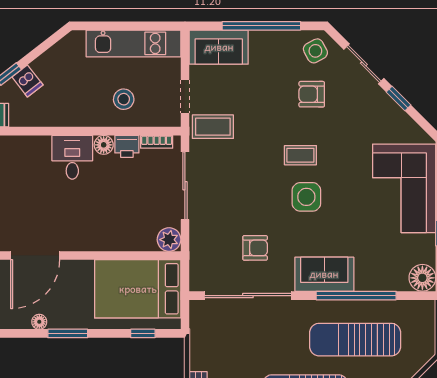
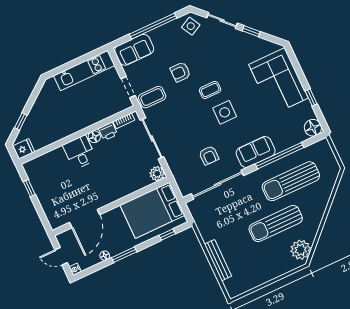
dishwasher: (27, 81) -> (33, 120), removed
armchair: (312, 94) -> (180, 72), moved
stool: (124, 99) -> (94, 105), removed
armchair: (255, 248) -> (209, 155), turned 90

